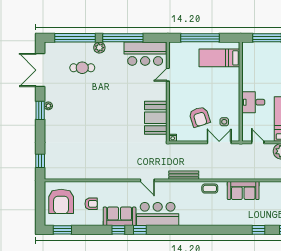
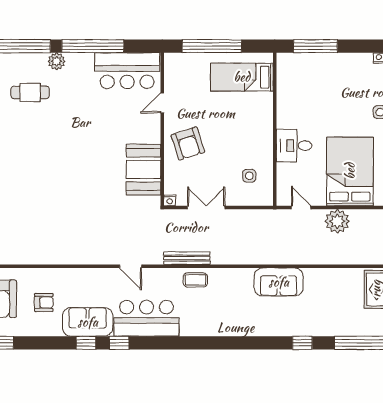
armchair: (200, 117) -> (188, 143), moved
double door: (219, 142) -> (206, 208), moved
coffee table: (210, 189) -> (195, 280), moved

